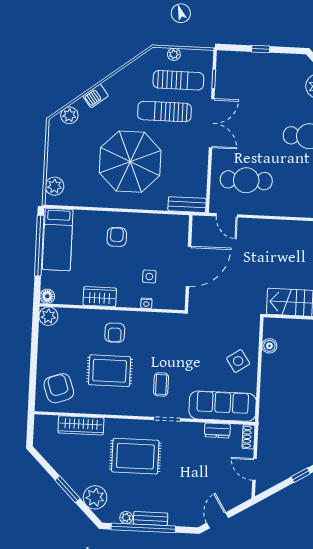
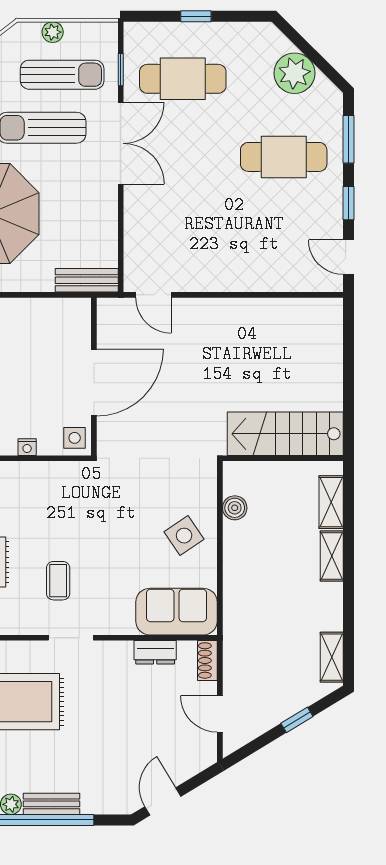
cafe table: (246, 180) -> (183, 79), moved
side table: (149, 277) -> (75, 438), moved
sofa: (223, 406) -> (177, 612), width x0.73

